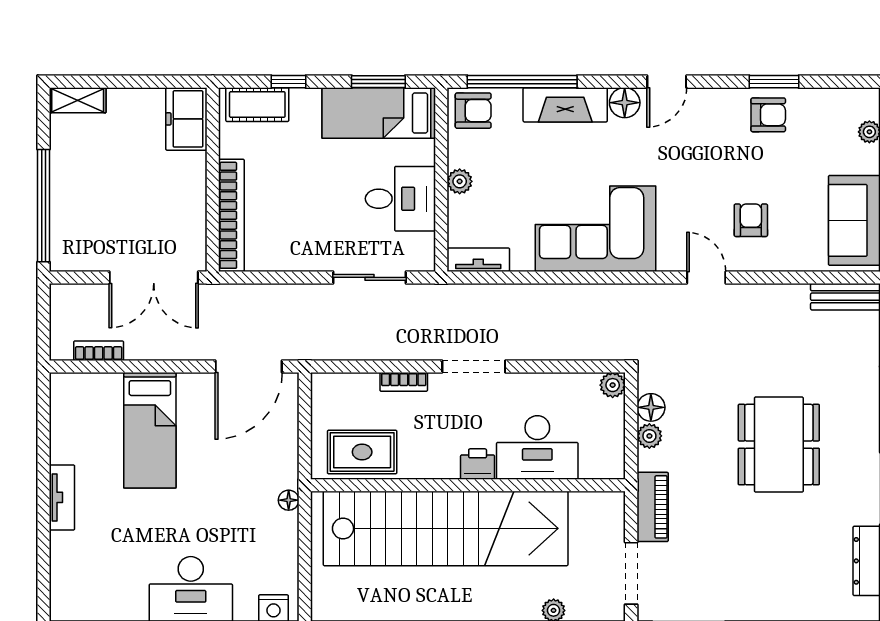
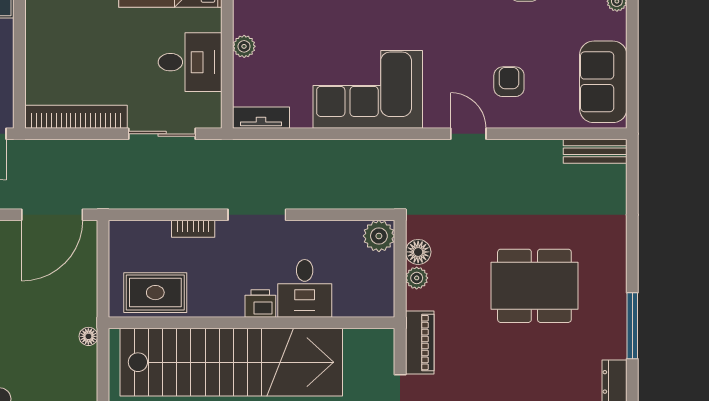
bookcase: (231, 215) -> (76, 117), moved, turned -90
plant: (613, 385) -> (379, 236), width x1.38, depth x1.38
dining table: (779, 445) -> (534, 286), turned 90
desk: (537, 447) -> (305, 288), width x0.73

